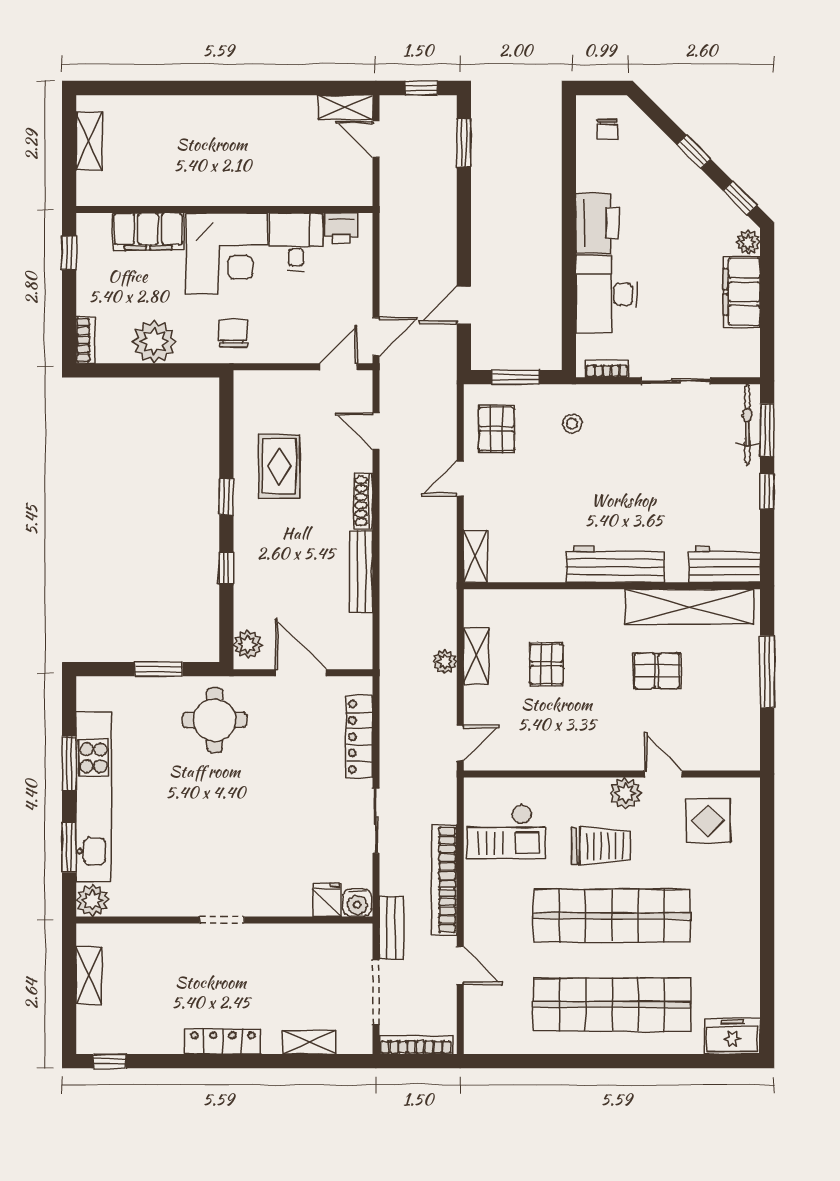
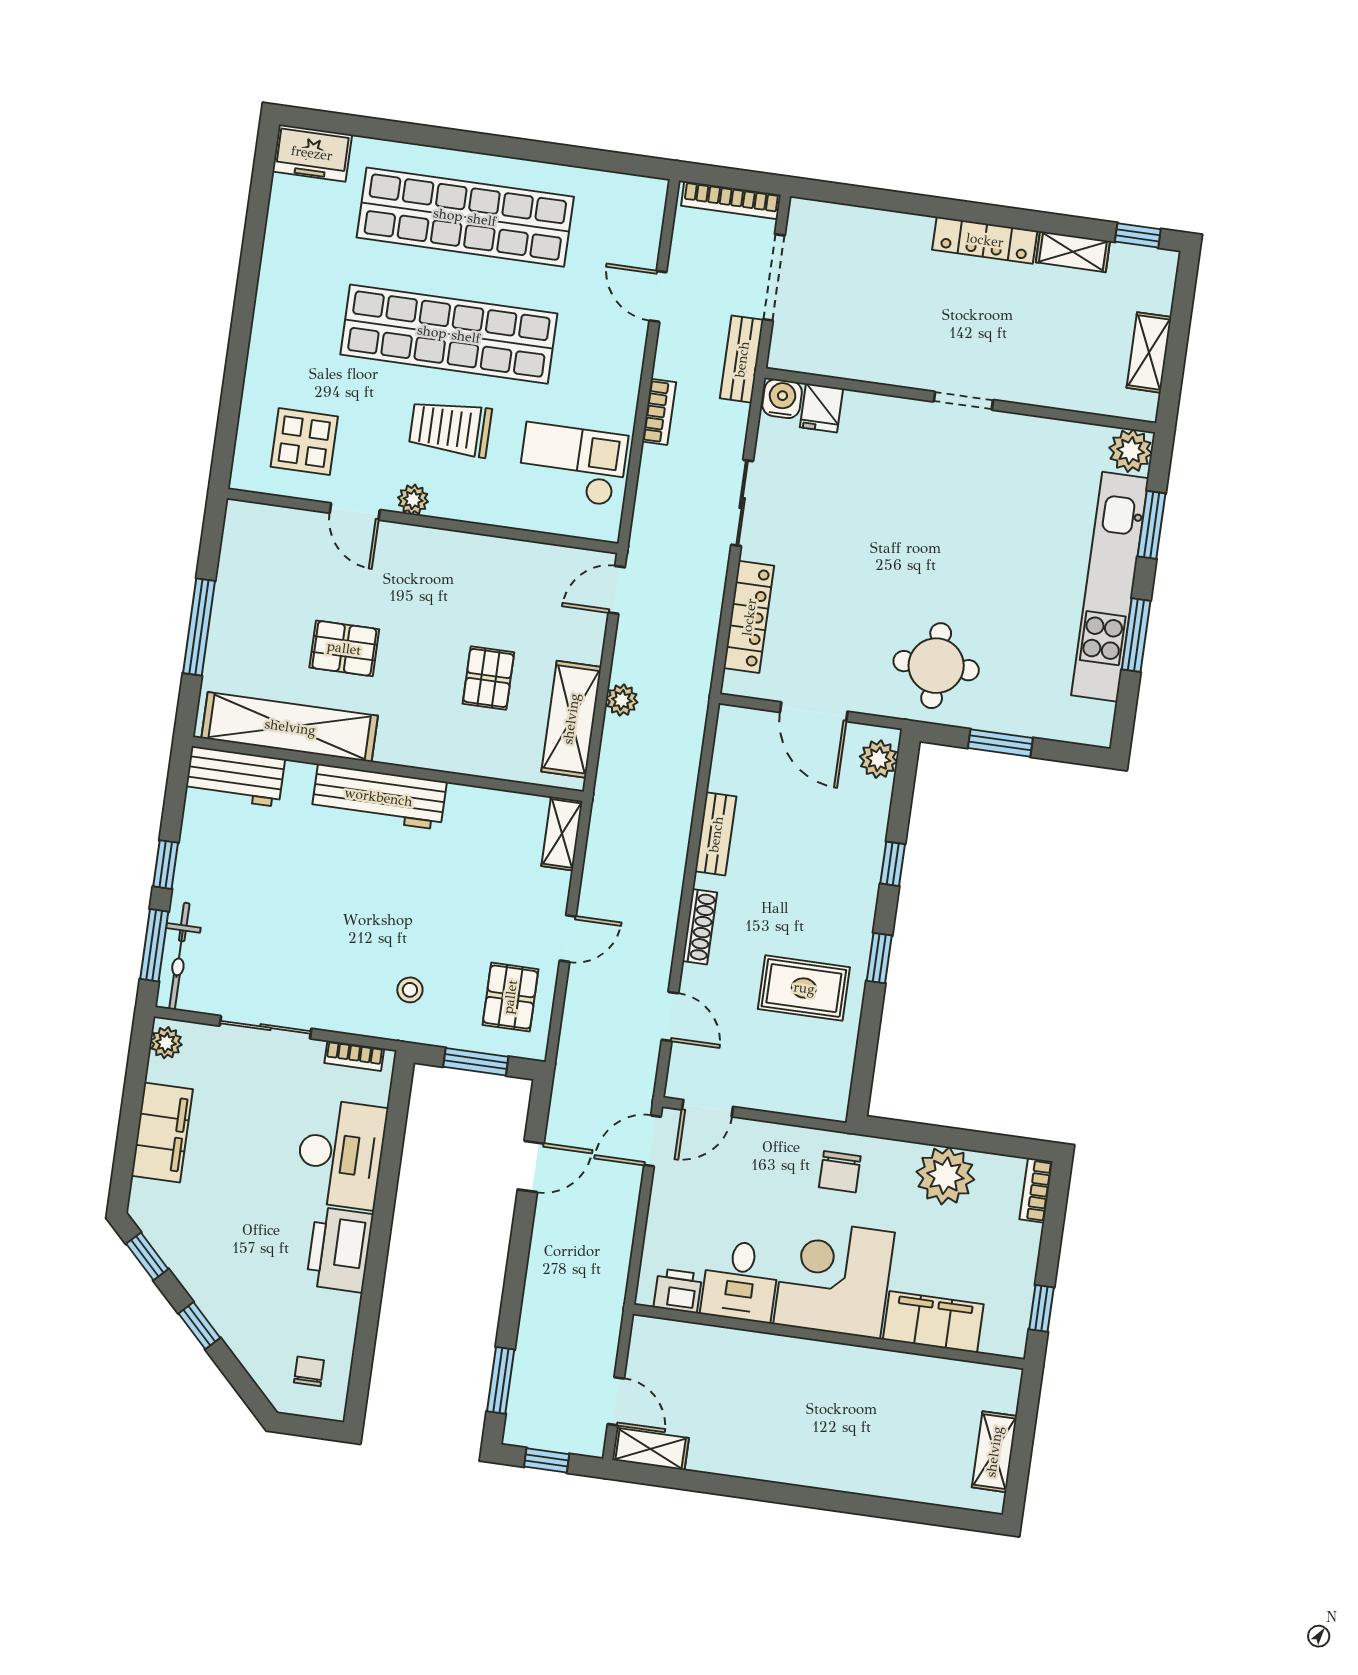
plant: (748, 242) -> (166, 1043), moved
rug: (279, 466) -> (804, 988), turned 90
bench: (361, 572) -> (716, 834), width x0.73
shelving: (476, 656) -> (571, 719), width x1.50, depth x1.33
plant: (625, 793) -> (413, 500), width x0.73, depth x0.73
bookcase: (444, 880) -> (659, 412), width x0.43, depth x0.76
shelving: (309, 1042) -> (1073, 252), moved

